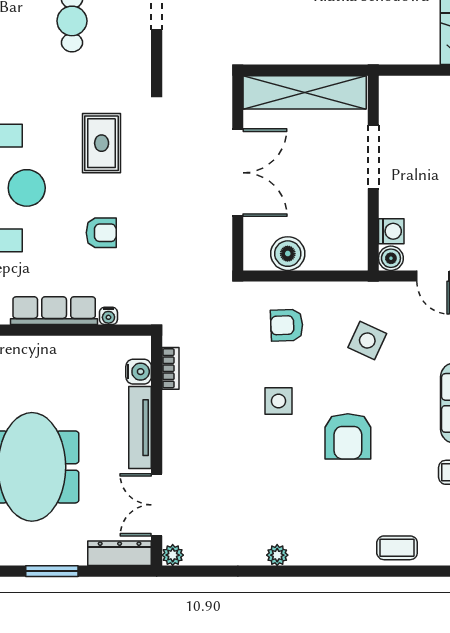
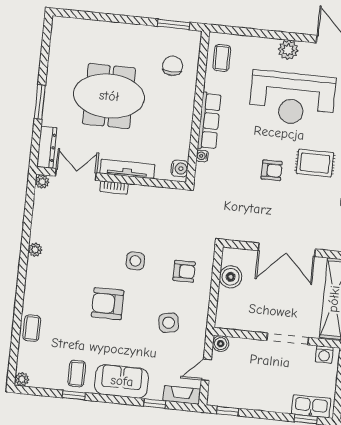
washing machine: (391, 231) -> (324, 355), moved
armchair: (101, 233) -> (272, 170), moved, turned -90
armchair: (287, 325) -> (184, 271), turned 92
side table: (367, 341) -> (169, 323), turned -35
bookcase: (170, 368) -> (114, 188), moved
water cooler: (139, 372) -> (180, 168), moved, turned -90

